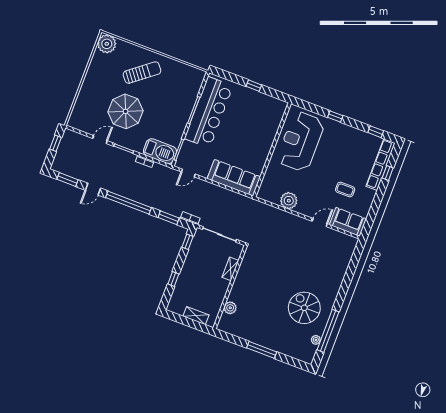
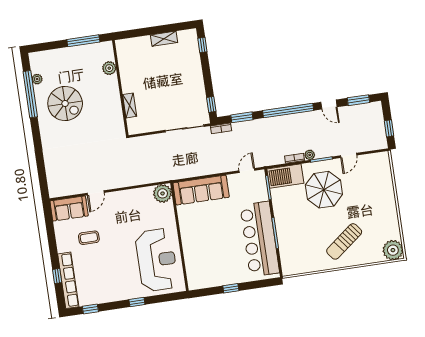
parasol: (126, 111) -> (324, 190), moved
plant: (131, 157) -> (310, 155), added
door: (93, 189) -> (329, 105), swing flipped
plant: (289, 201) -> (163, 193), moved
shelving: (230, 269) -> (130, 105), moved
window: (173, 279) -> (202, 45), moved
wall: (230, 287) -> (120, 88), moved
plant: (230, 308) -> (109, 68), moved

